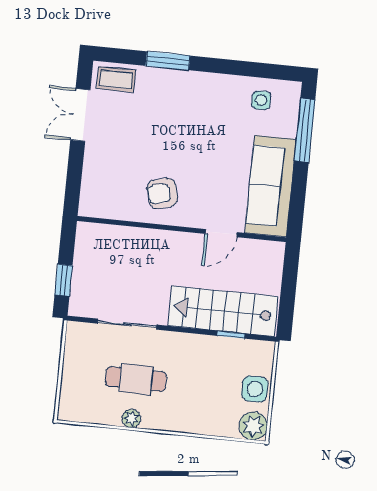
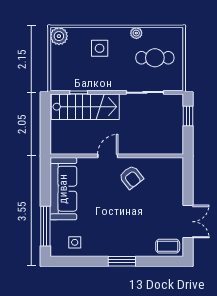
window: (168, 61) -> (122, 261), moved
armchair: (162, 193) -> (131, 177), turned 66
door: (221, 233) -> (108, 156), moved
cafe table: (136, 379) -> (155, 58), moved
side table: (255, 389) -> (100, 48), moved

